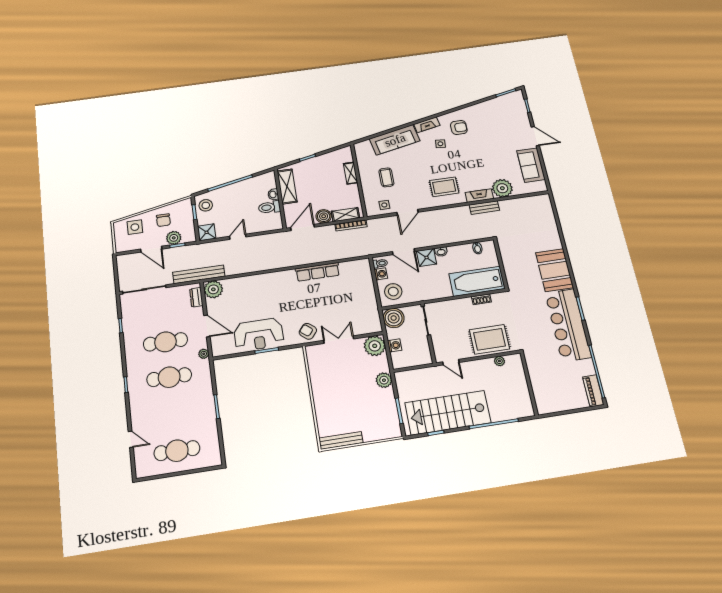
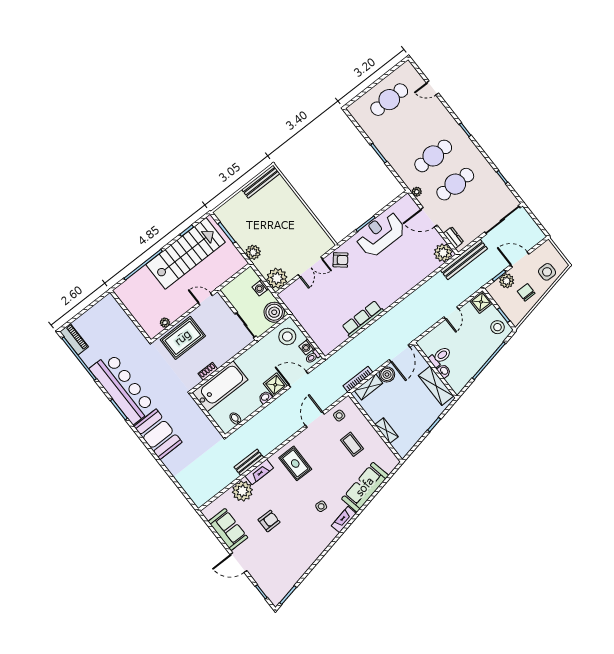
armchair: (459, 127) -> (269, 521), moved, turned 180
rug: (444, 187) -> (295, 463), turned 90

